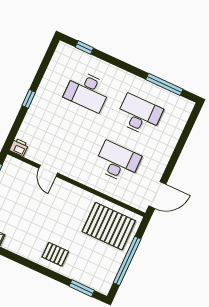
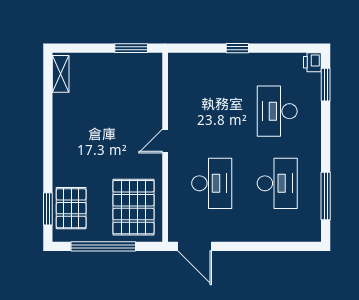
window: (84, 48) -> (326, 85), width x1.50
printer: (19, 147) -> (312, 62), moved, turned 180
door: (48, 171) -> (165, 141), moved
pallet: (55, 254) -> (71, 208), moved, width x1.50, depth x1.42

